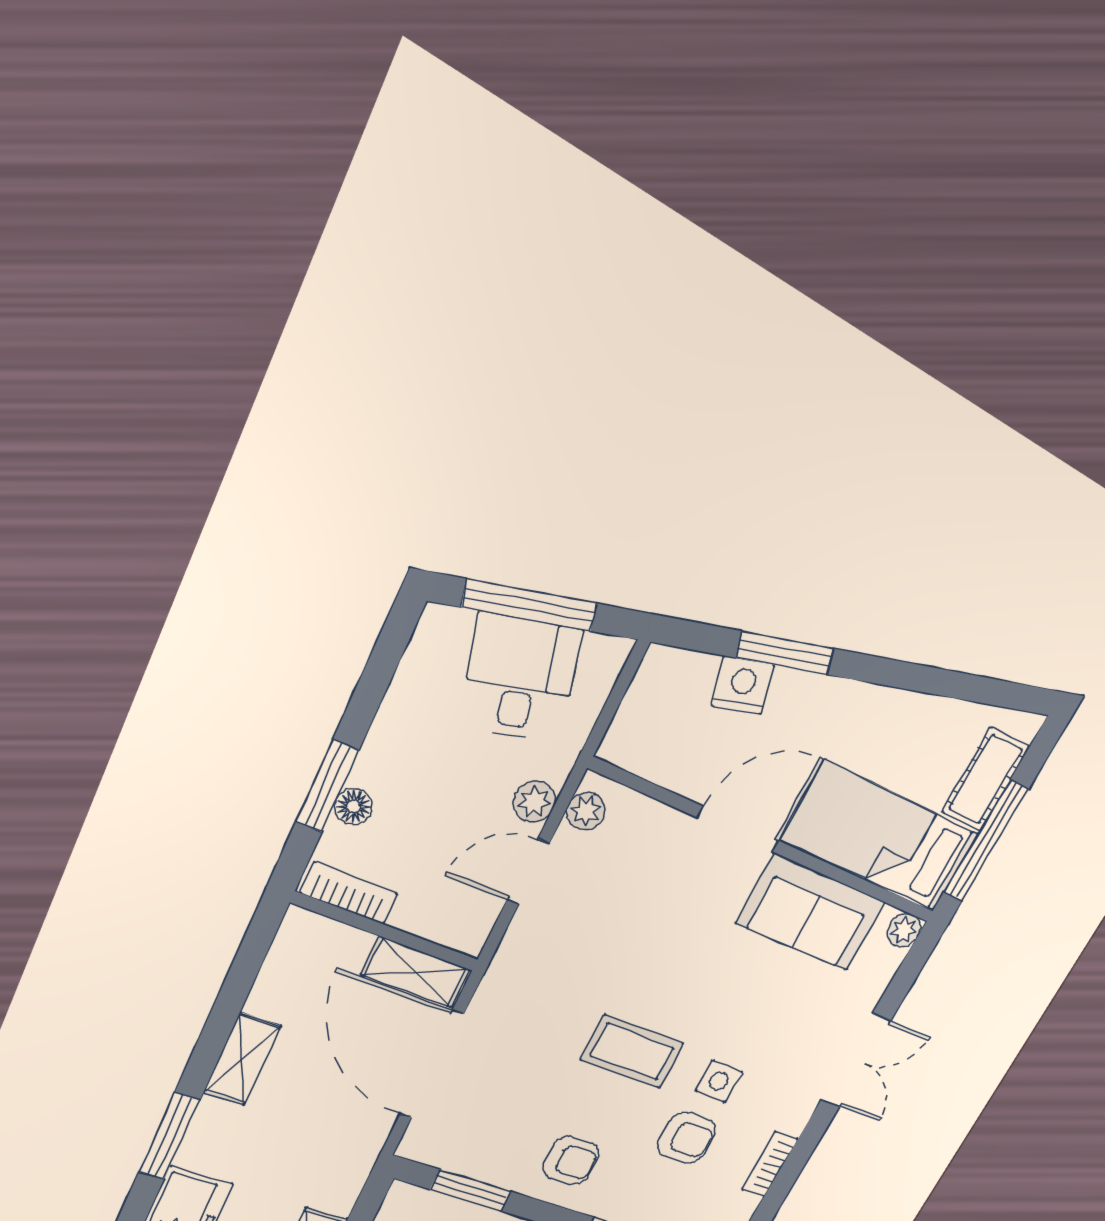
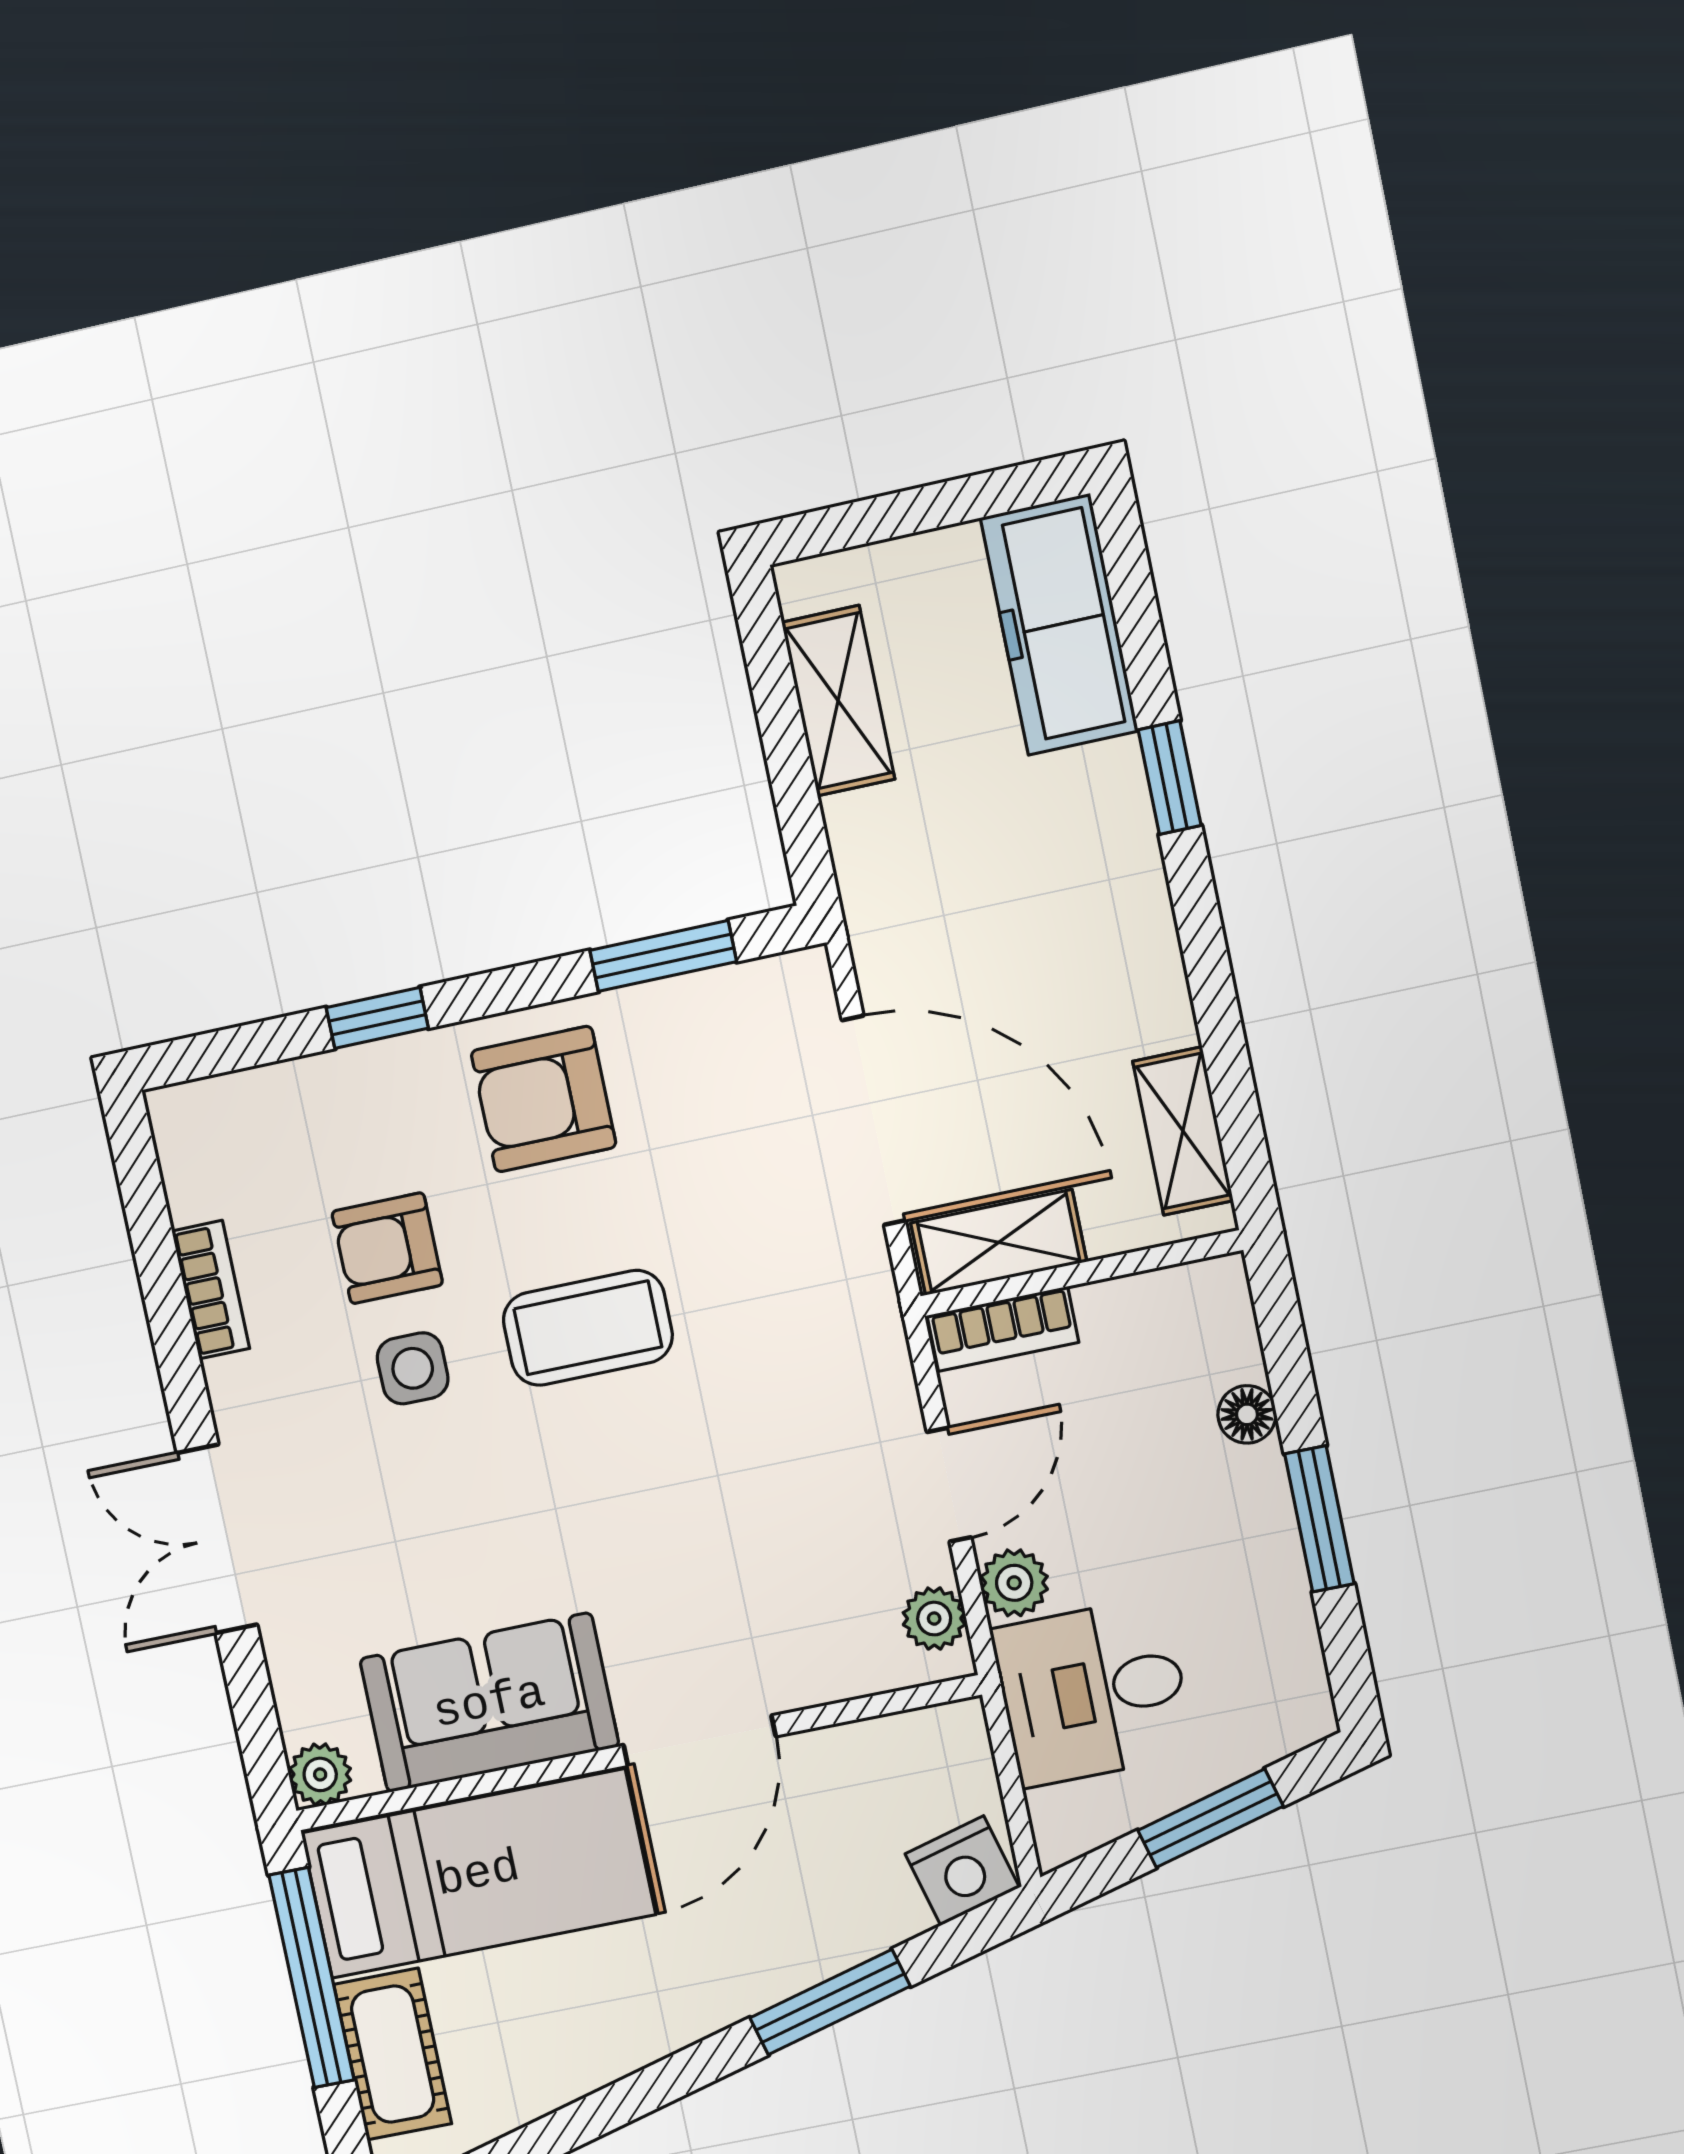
window: (530, 605) -> (1210, 1818), width x0.69
desk: (520, 678) -> (1093, 1692), moved, turned 105
nightstand: (743, 685) -> (962, 1871), moved
window: (327, 786) -> (1319, 1519), moved
bookcase: (349, 893) -> (1003, 1329), moved
shelving: (242, 1059) -> (1183, 1131), moved
window: (169, 1136) -> (1170, 778), width x0.67
armchair: (571, 1161) -> (544, 1099), width x1.38, depth x1.38

